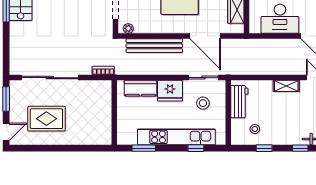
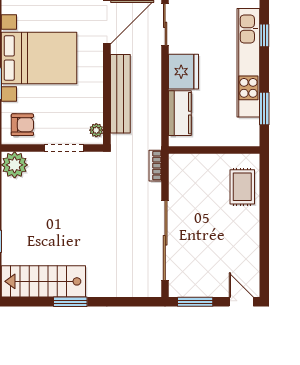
stool: (203, 103) -> (201, 25), removed
rug: (46, 119) -> (242, 187), moved, width x0.73, depth x0.70

